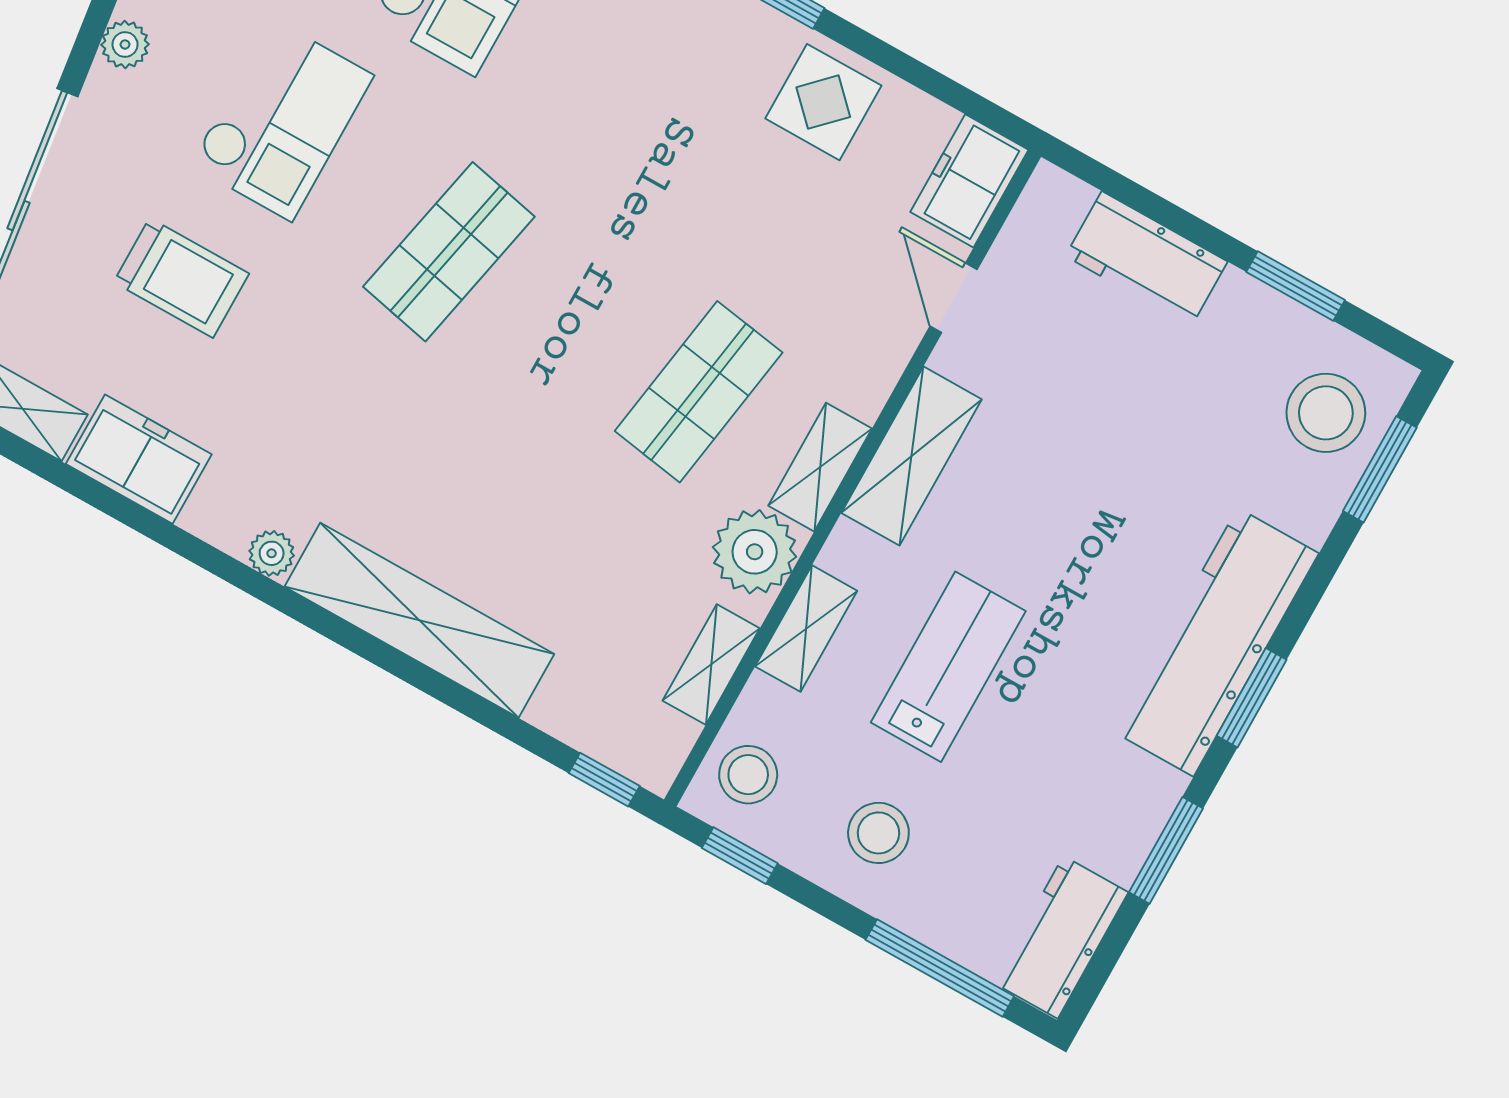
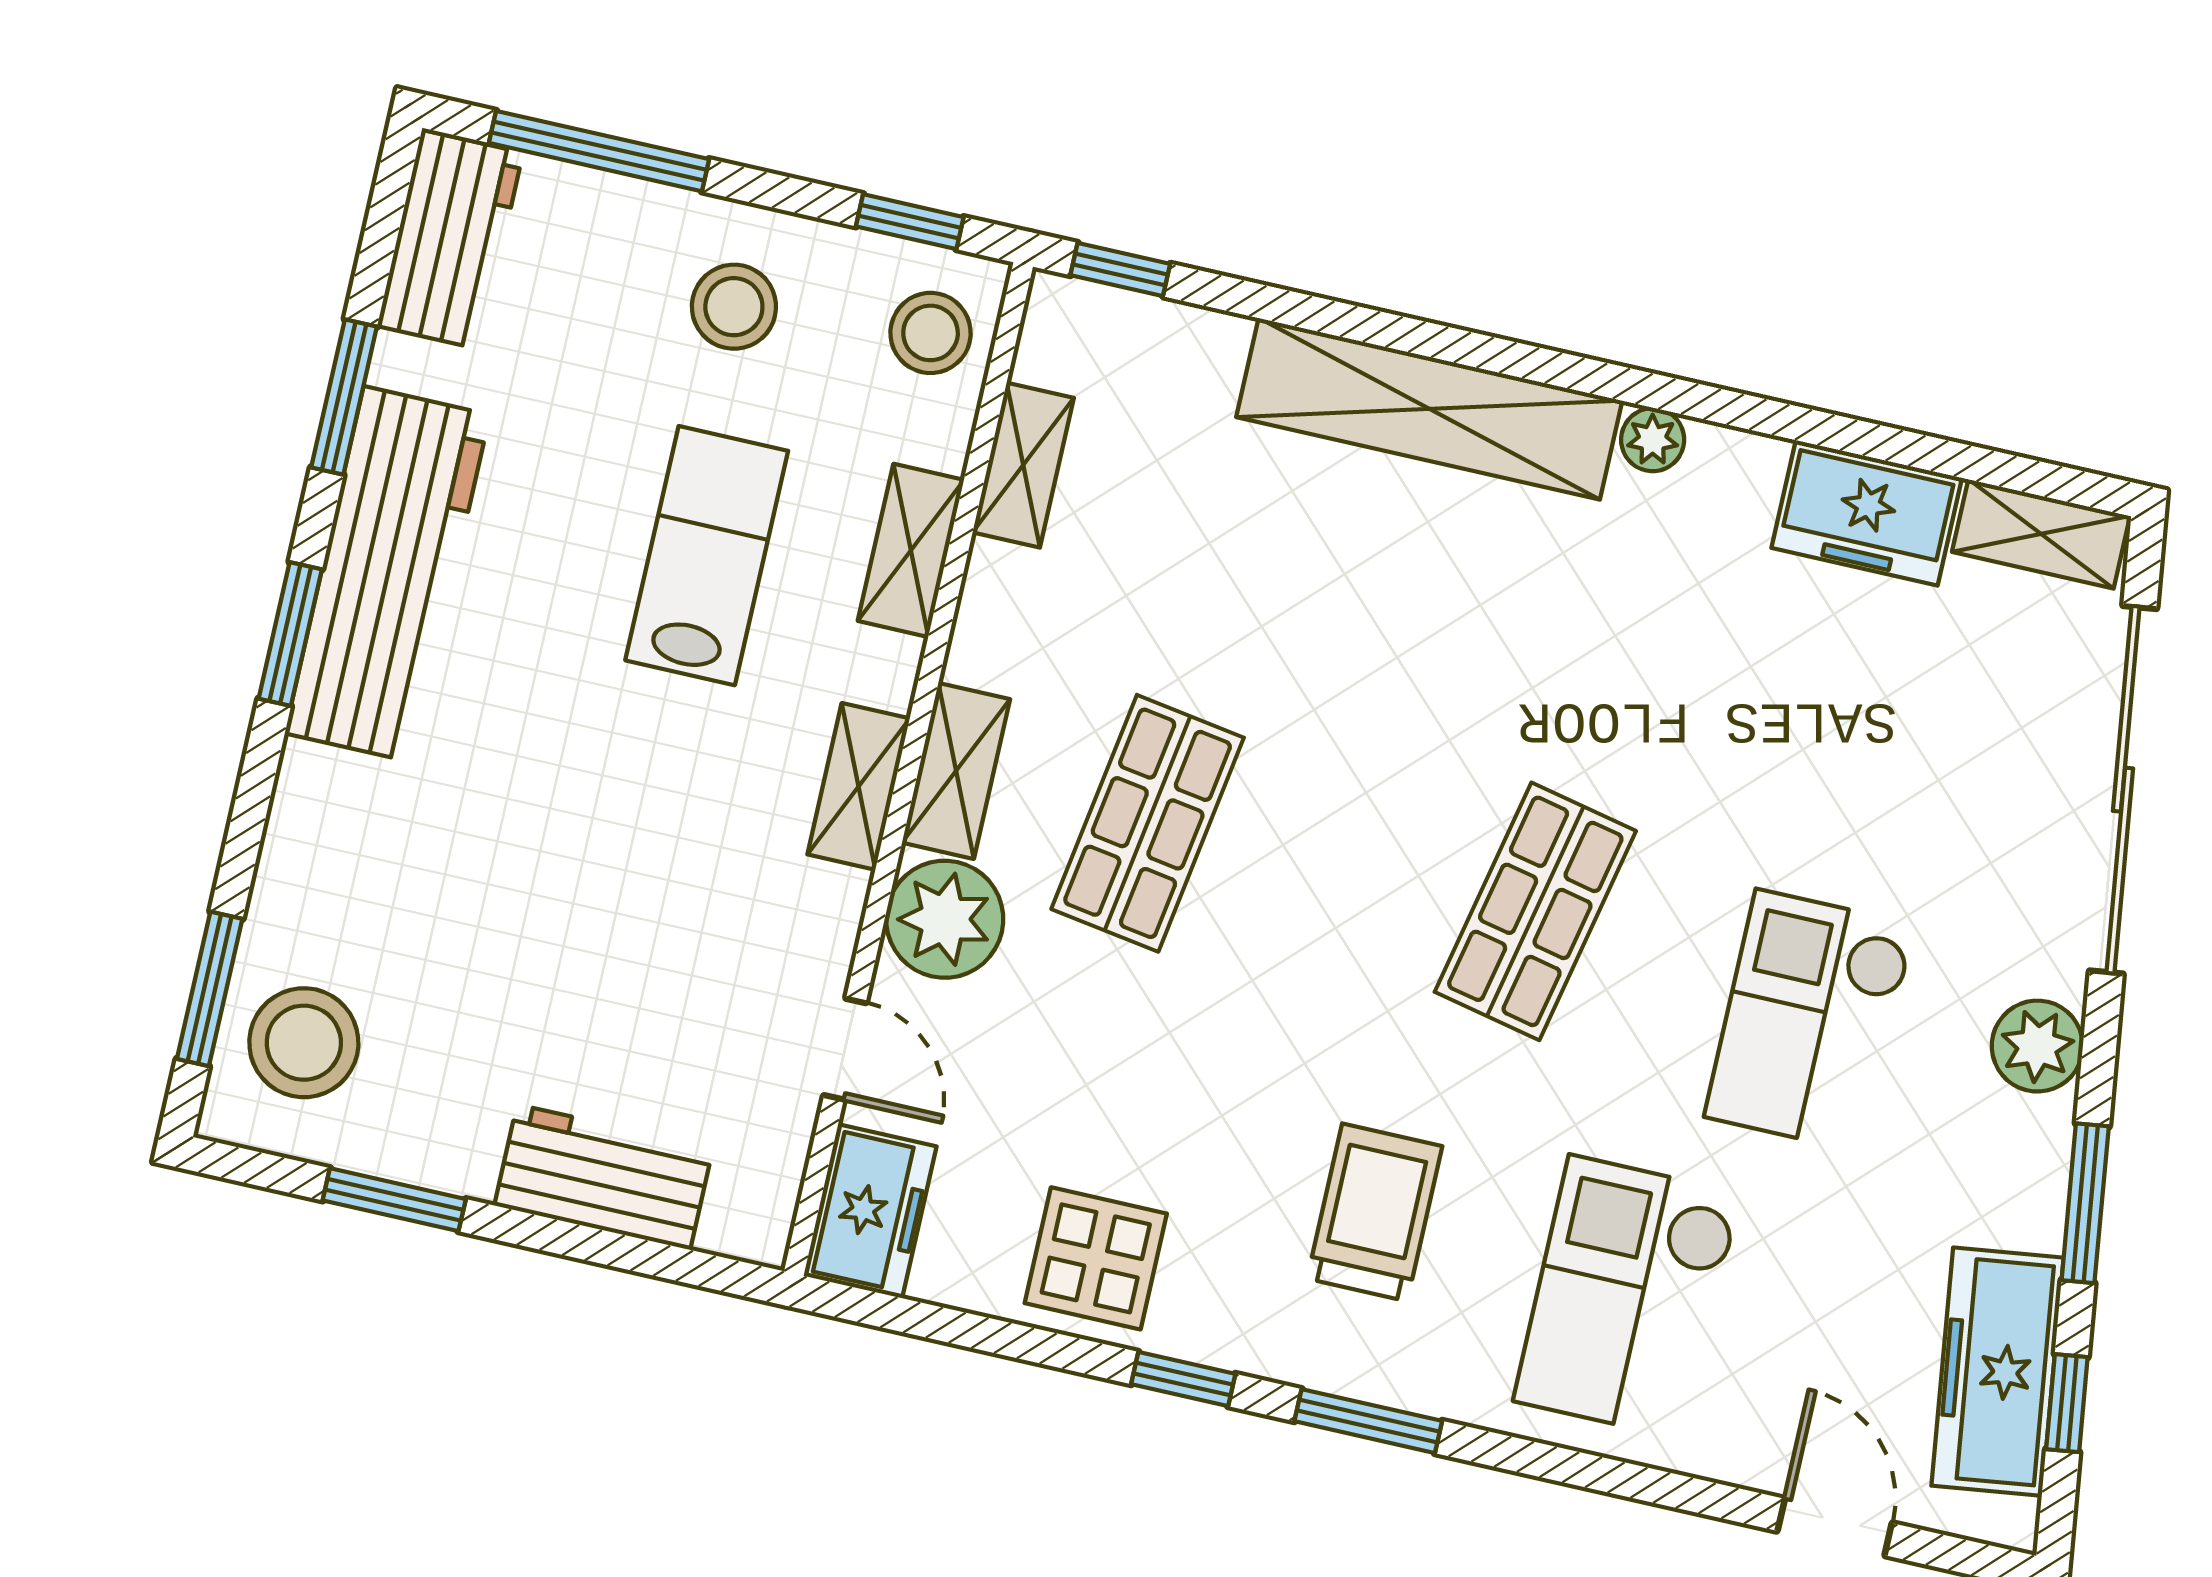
plant: (125, 45) -> (2037, 1046), width x1.38, depth x1.38
trolley: (181, 278) -> (1375, 1212), moved, turned 90
shelving: (912, 456) -> (859, 786), width x0.67, depth x0.75
plant: (755, 552) -> (945, 919), moved
workbench: (1216, 642) -> (387, 574), moved
lab bench: (948, 667) -> (707, 556), turned 180

